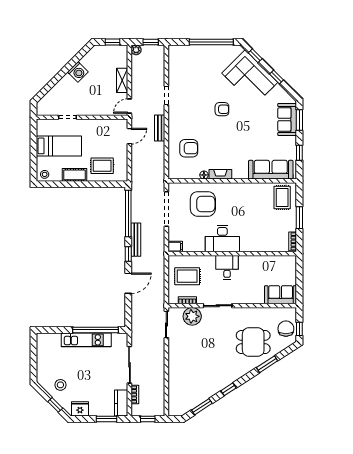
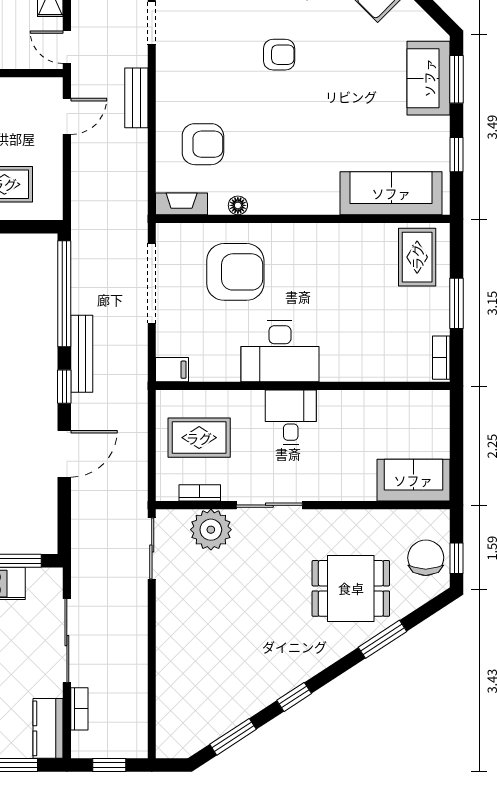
door: (129, 106) -> (67, 47), hinge flipped
fireplace: (220, 174) -> (182, 204), moved

